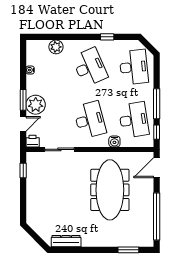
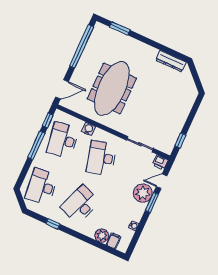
filing cabinet: (43, 47) -> (113, 241), added
desk: (90, 67) -> (80, 204), turned 45

